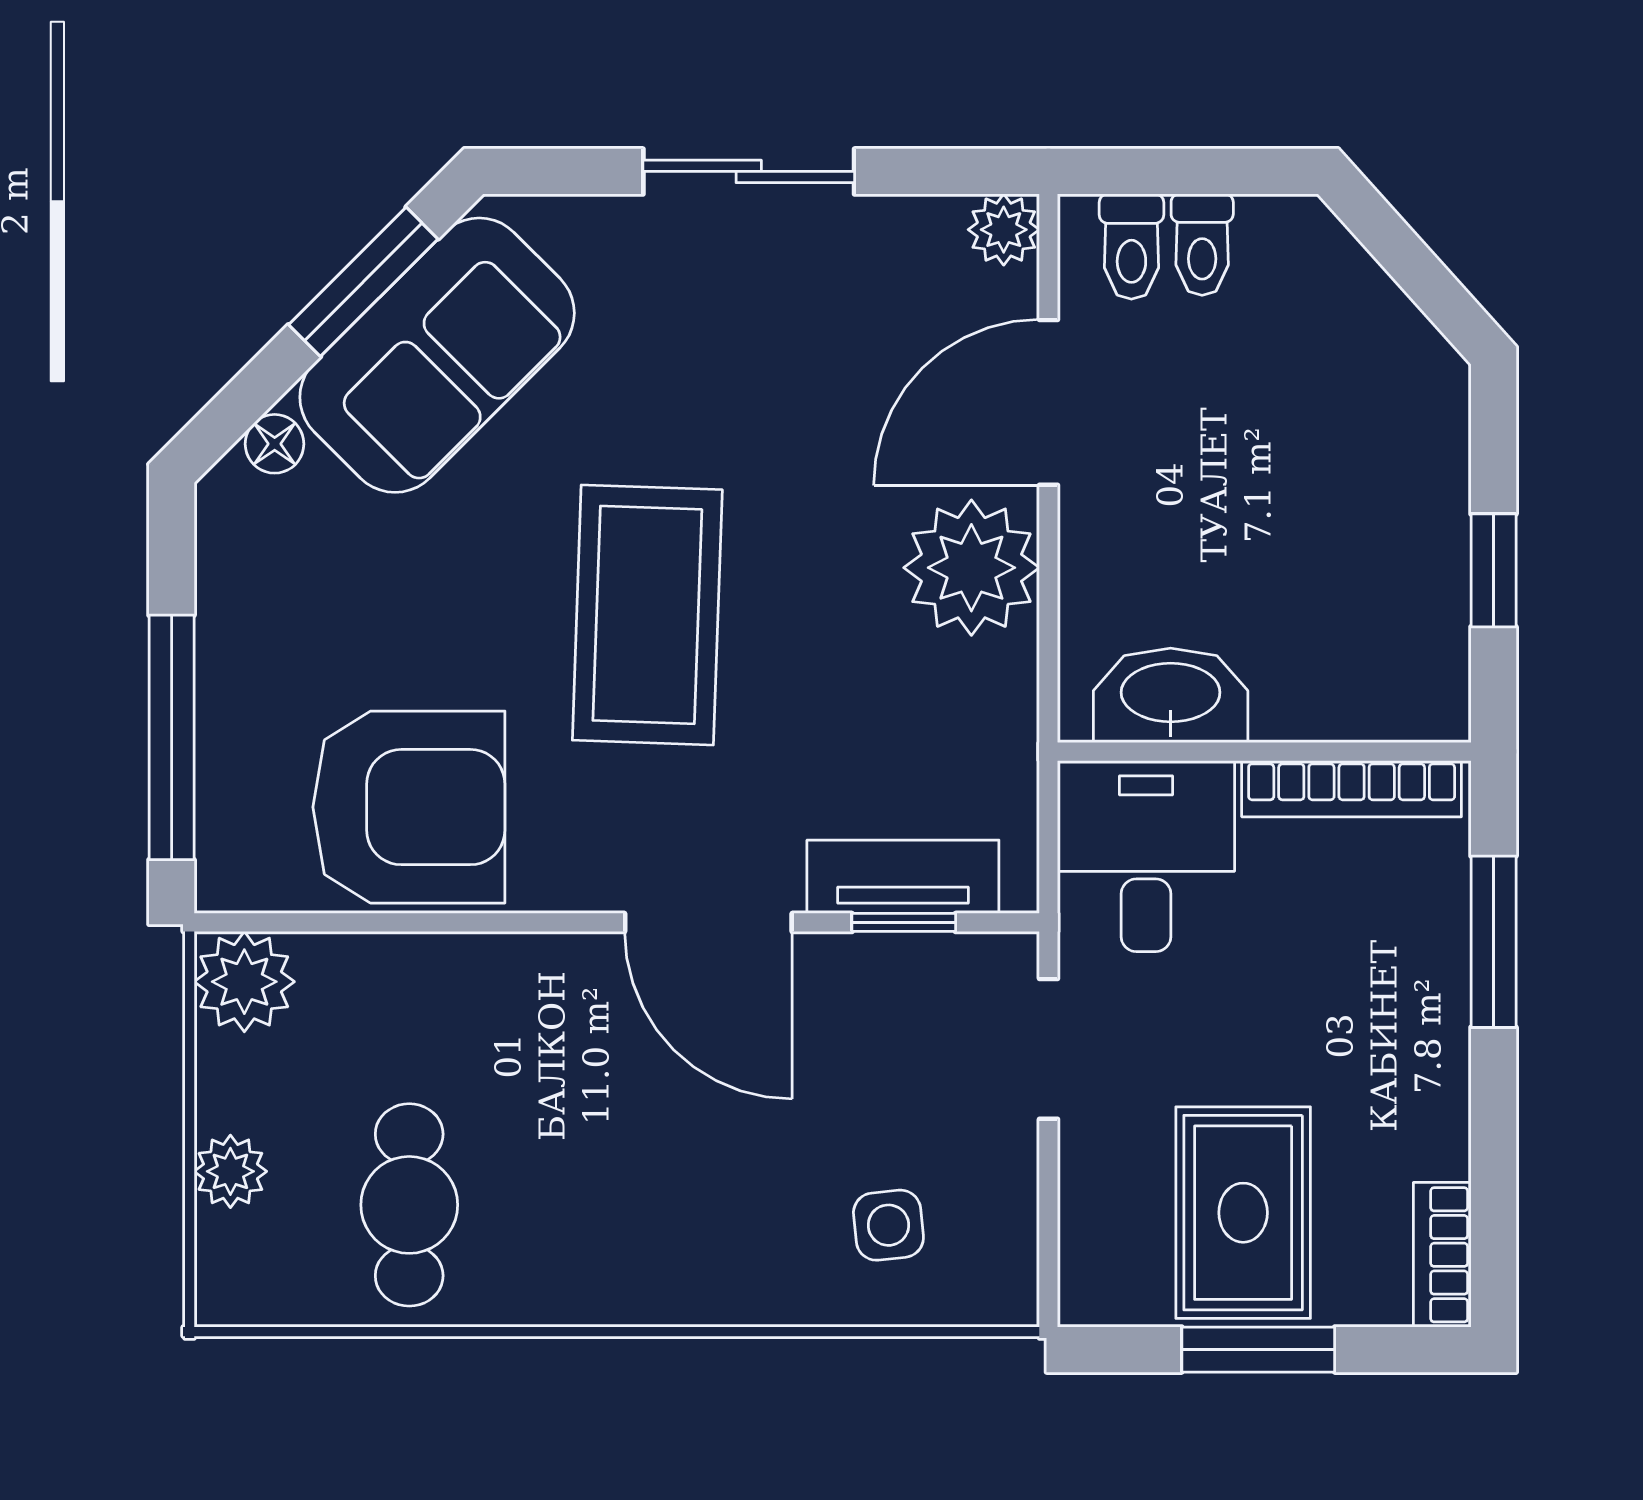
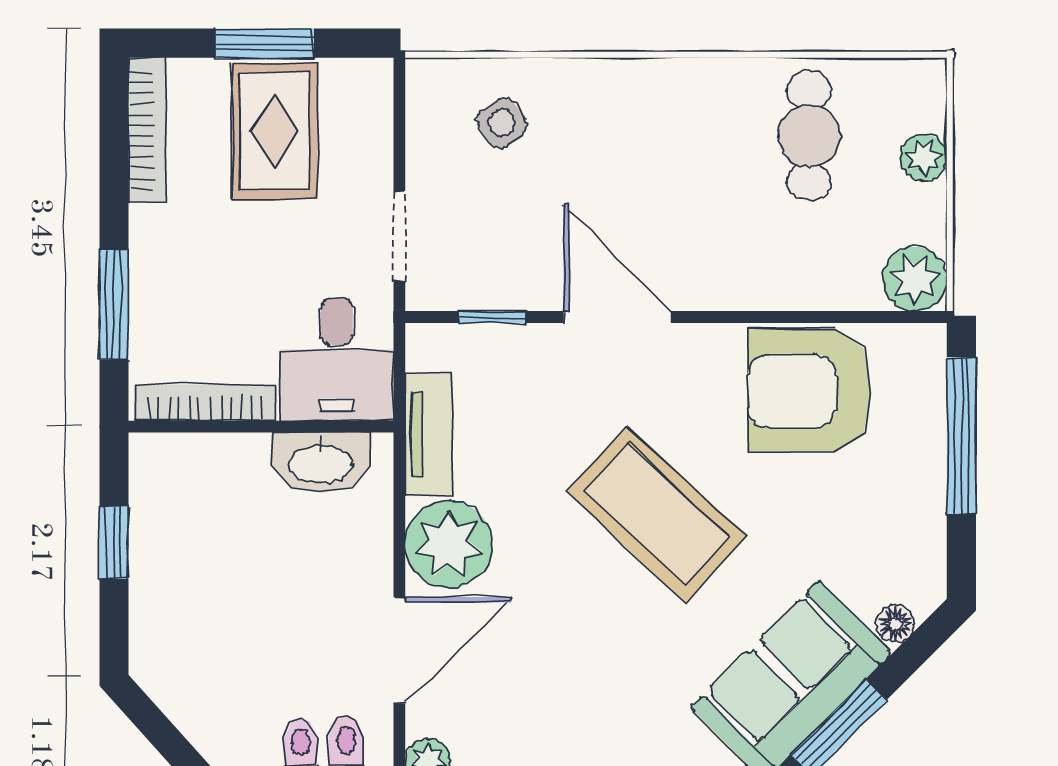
coffee table: (647, 615) -> (656, 514), turned -49
tv unit: (903, 877) -> (429, 435), moved, turned -90
side table: (888, 1225) -> (502, 123), turned -30
bookcase: (1442, 1255) -> (147, 130), width x1.56

